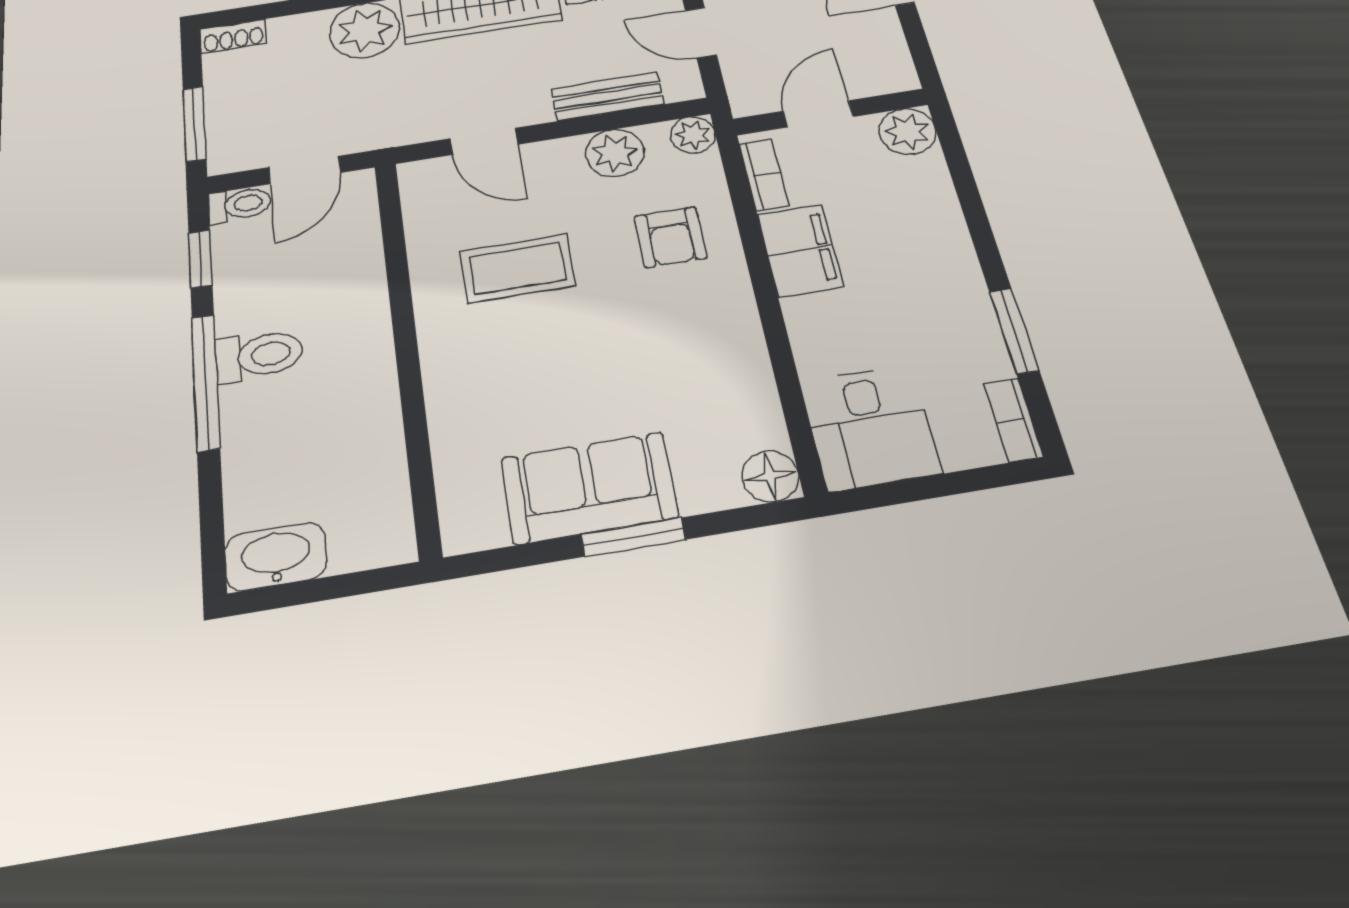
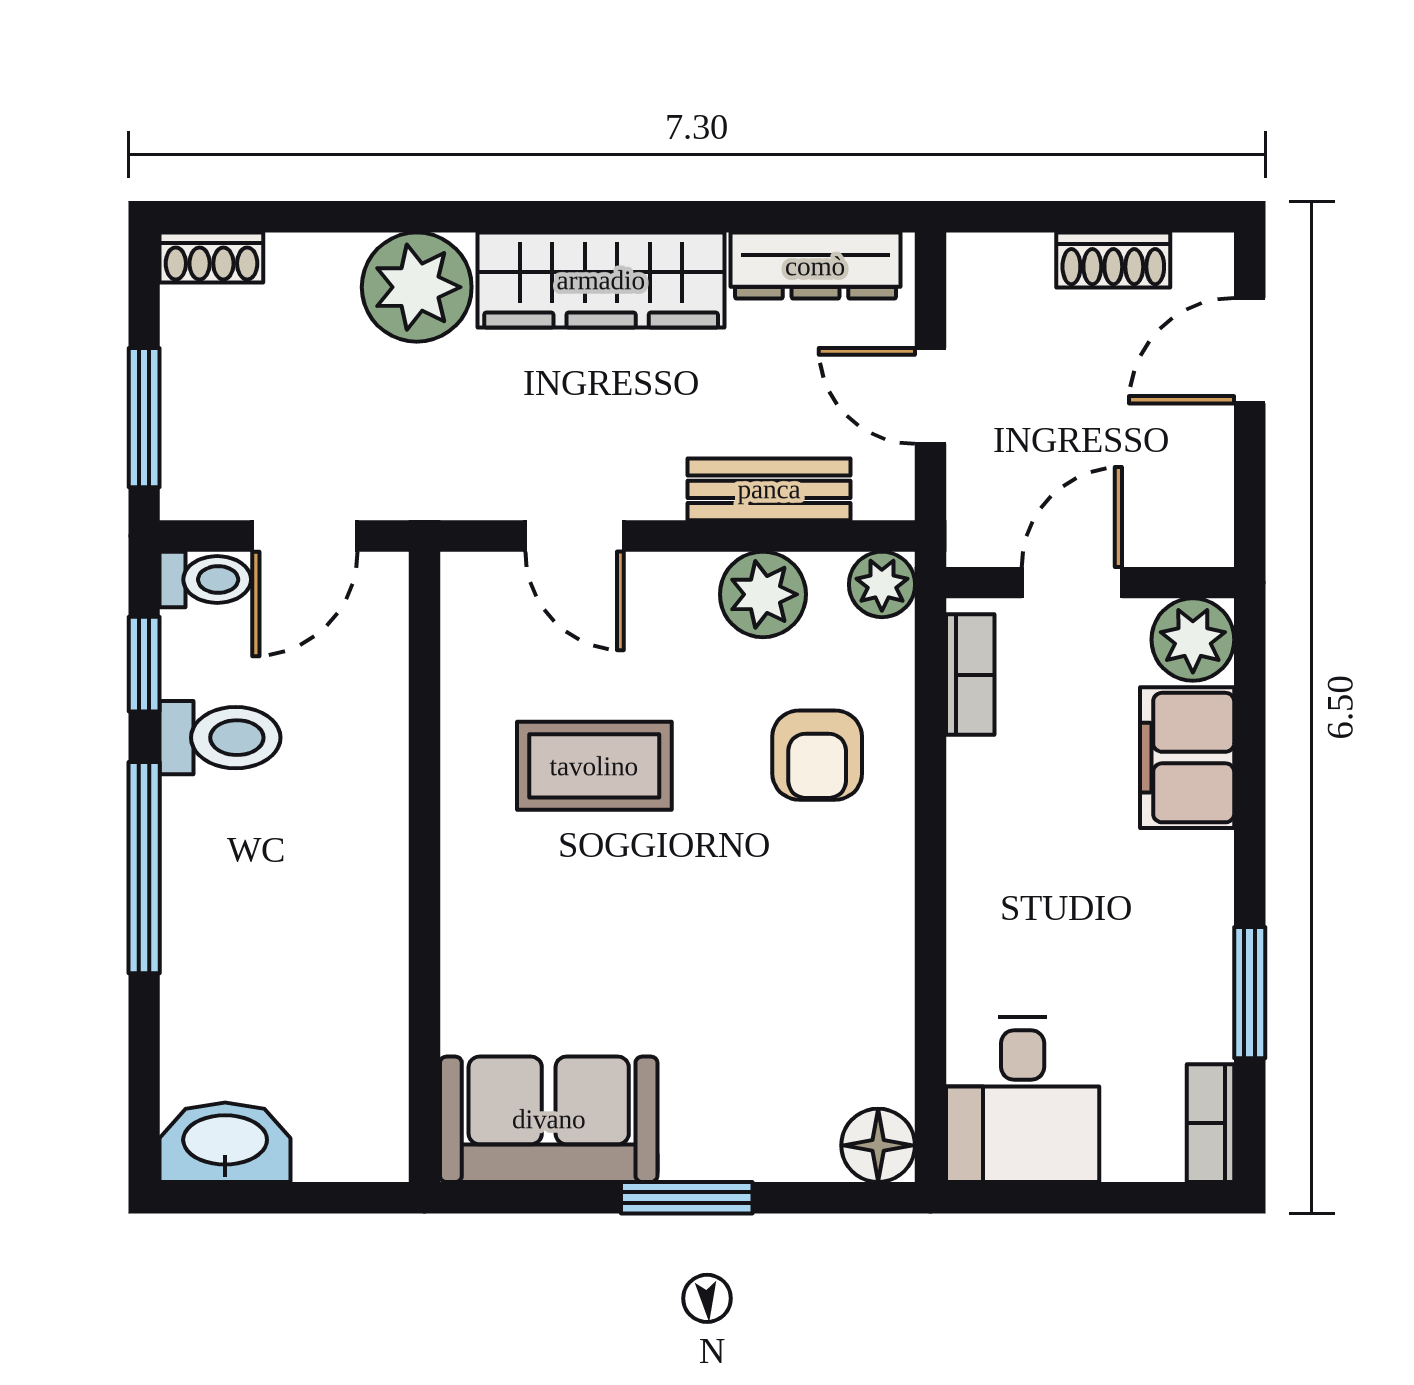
filing cabinet: (800, 250) -> (1187, 758), moved, turned 180
toilet: (259, 355) -> (220, 738), moved
sofa: (589, 488) -> (549, 1119), moved

